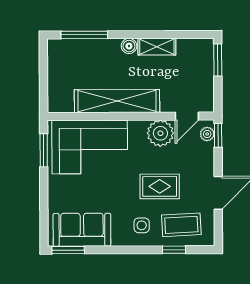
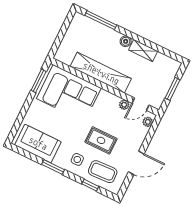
window: (218, 60) -> (172, 89), moved
plant: (160, 133) -> (124, 105), width x0.53, depth x0.53
window: (218, 135) -> (154, 126), removed
window: (68, 250) -> (53, 167), moved

